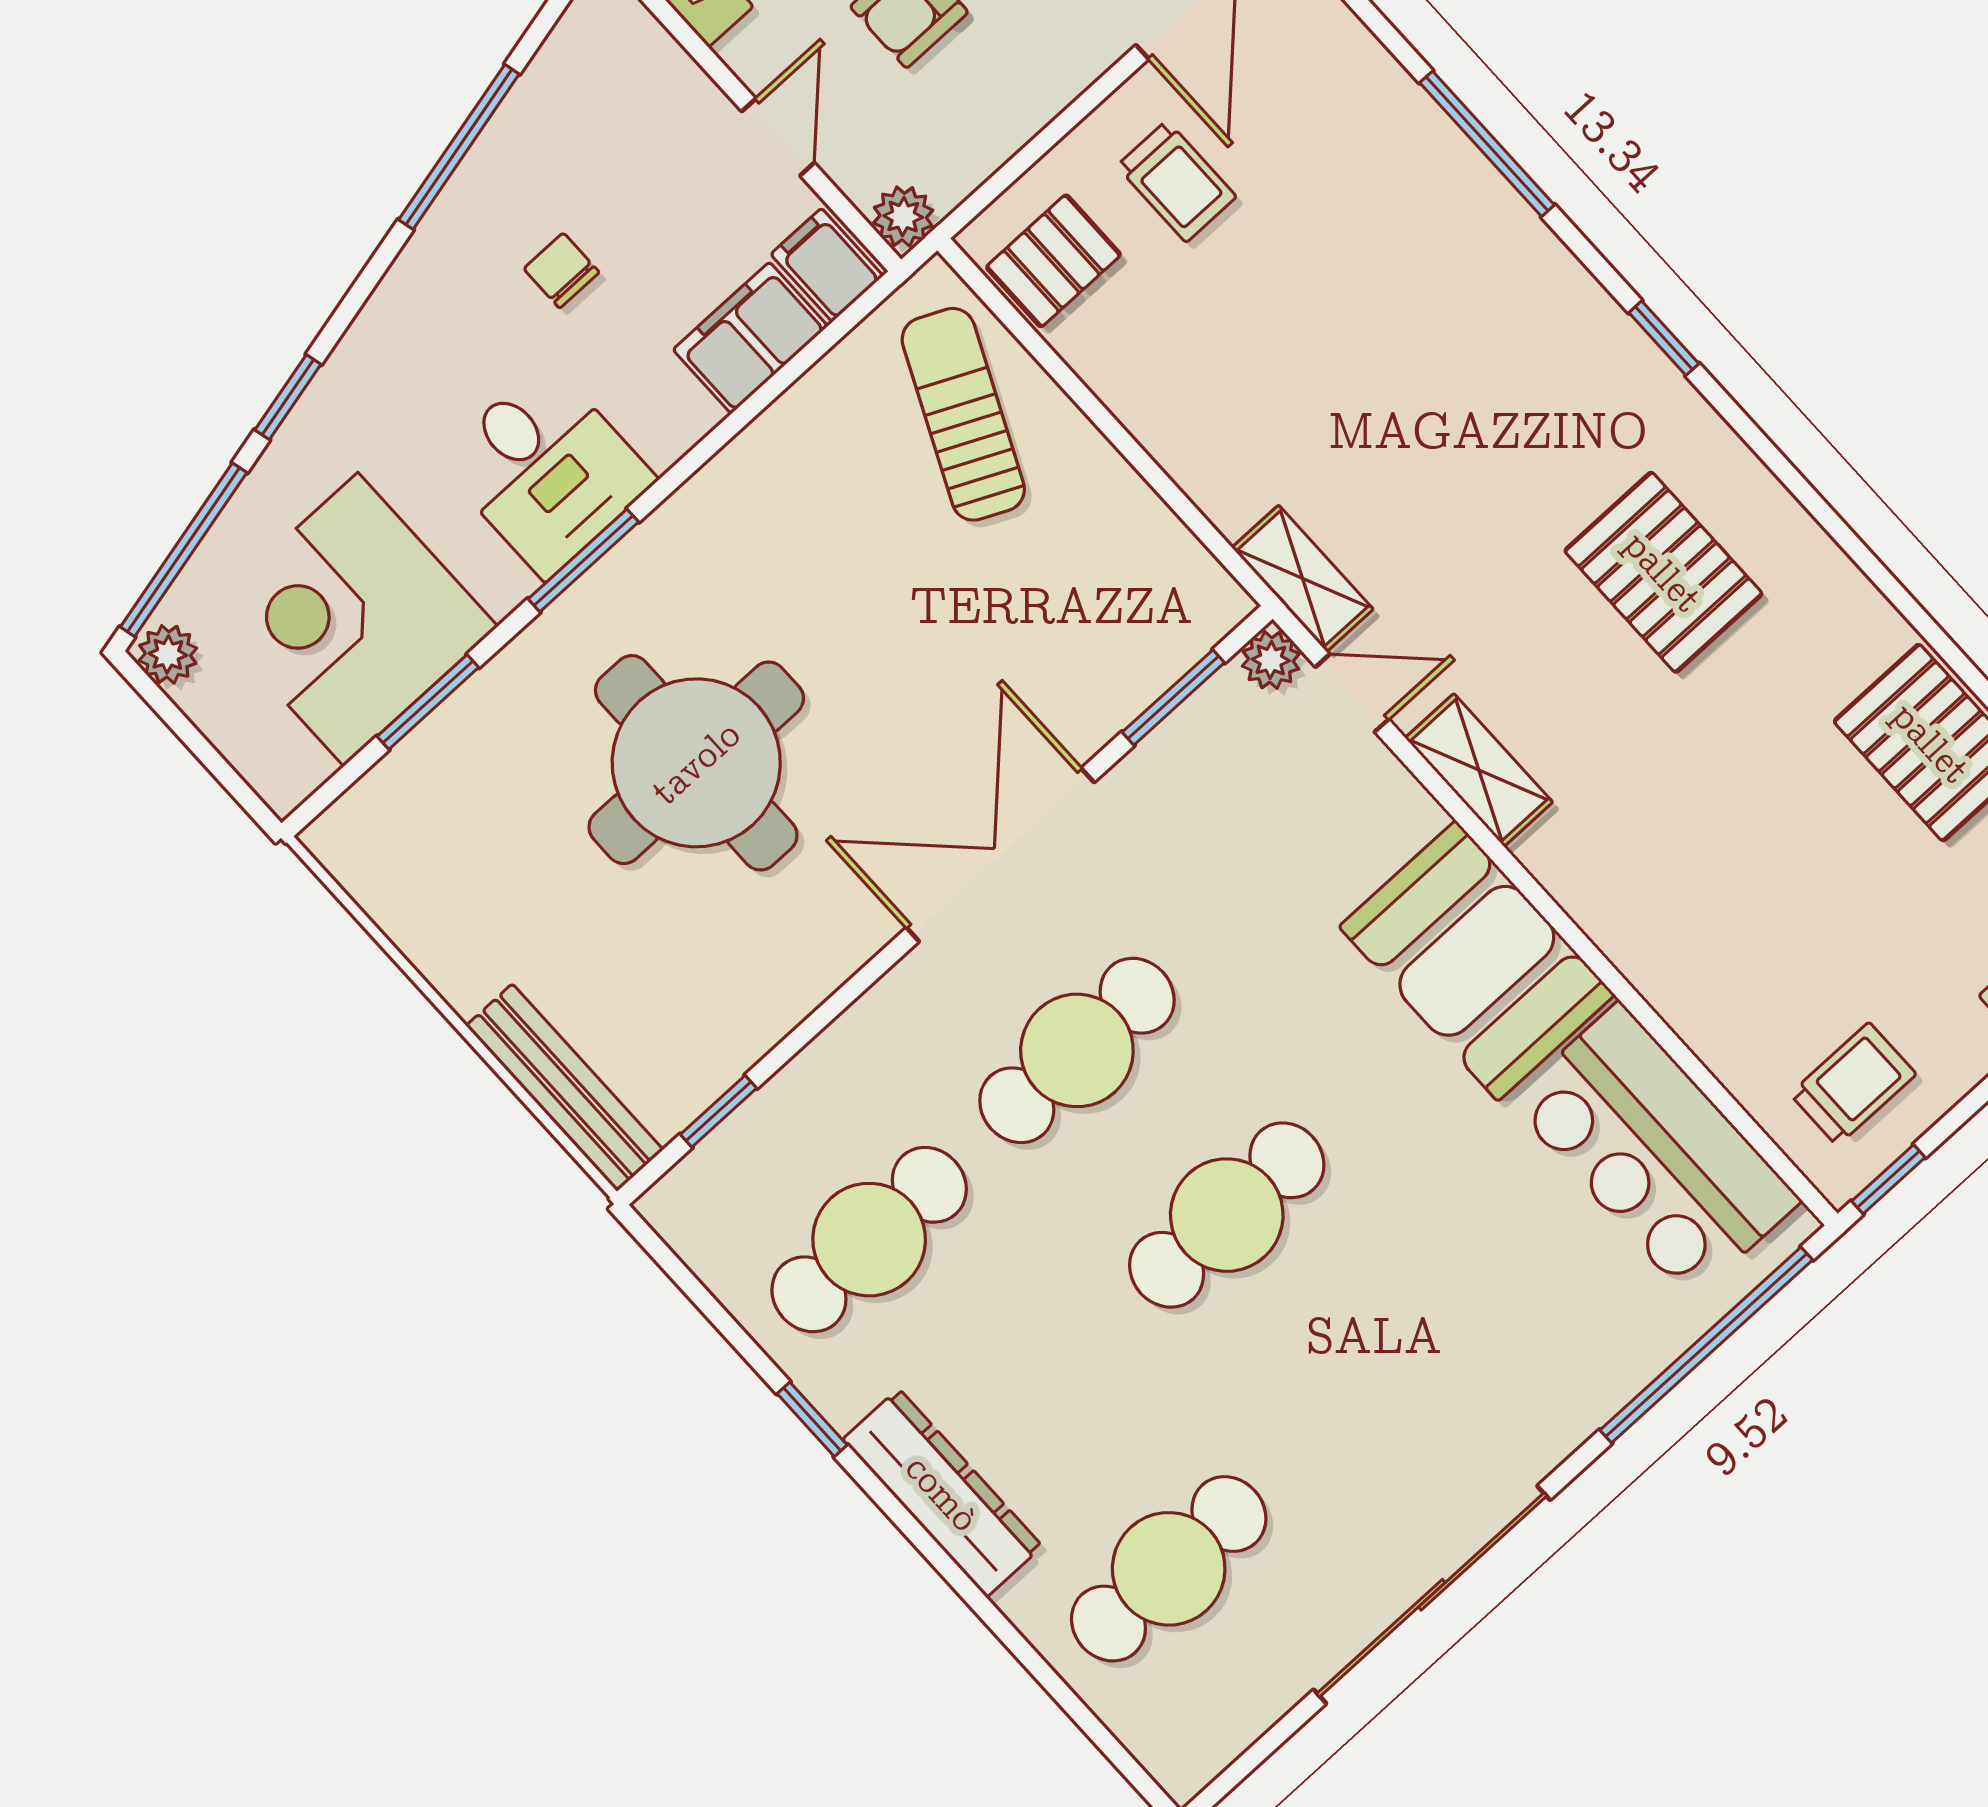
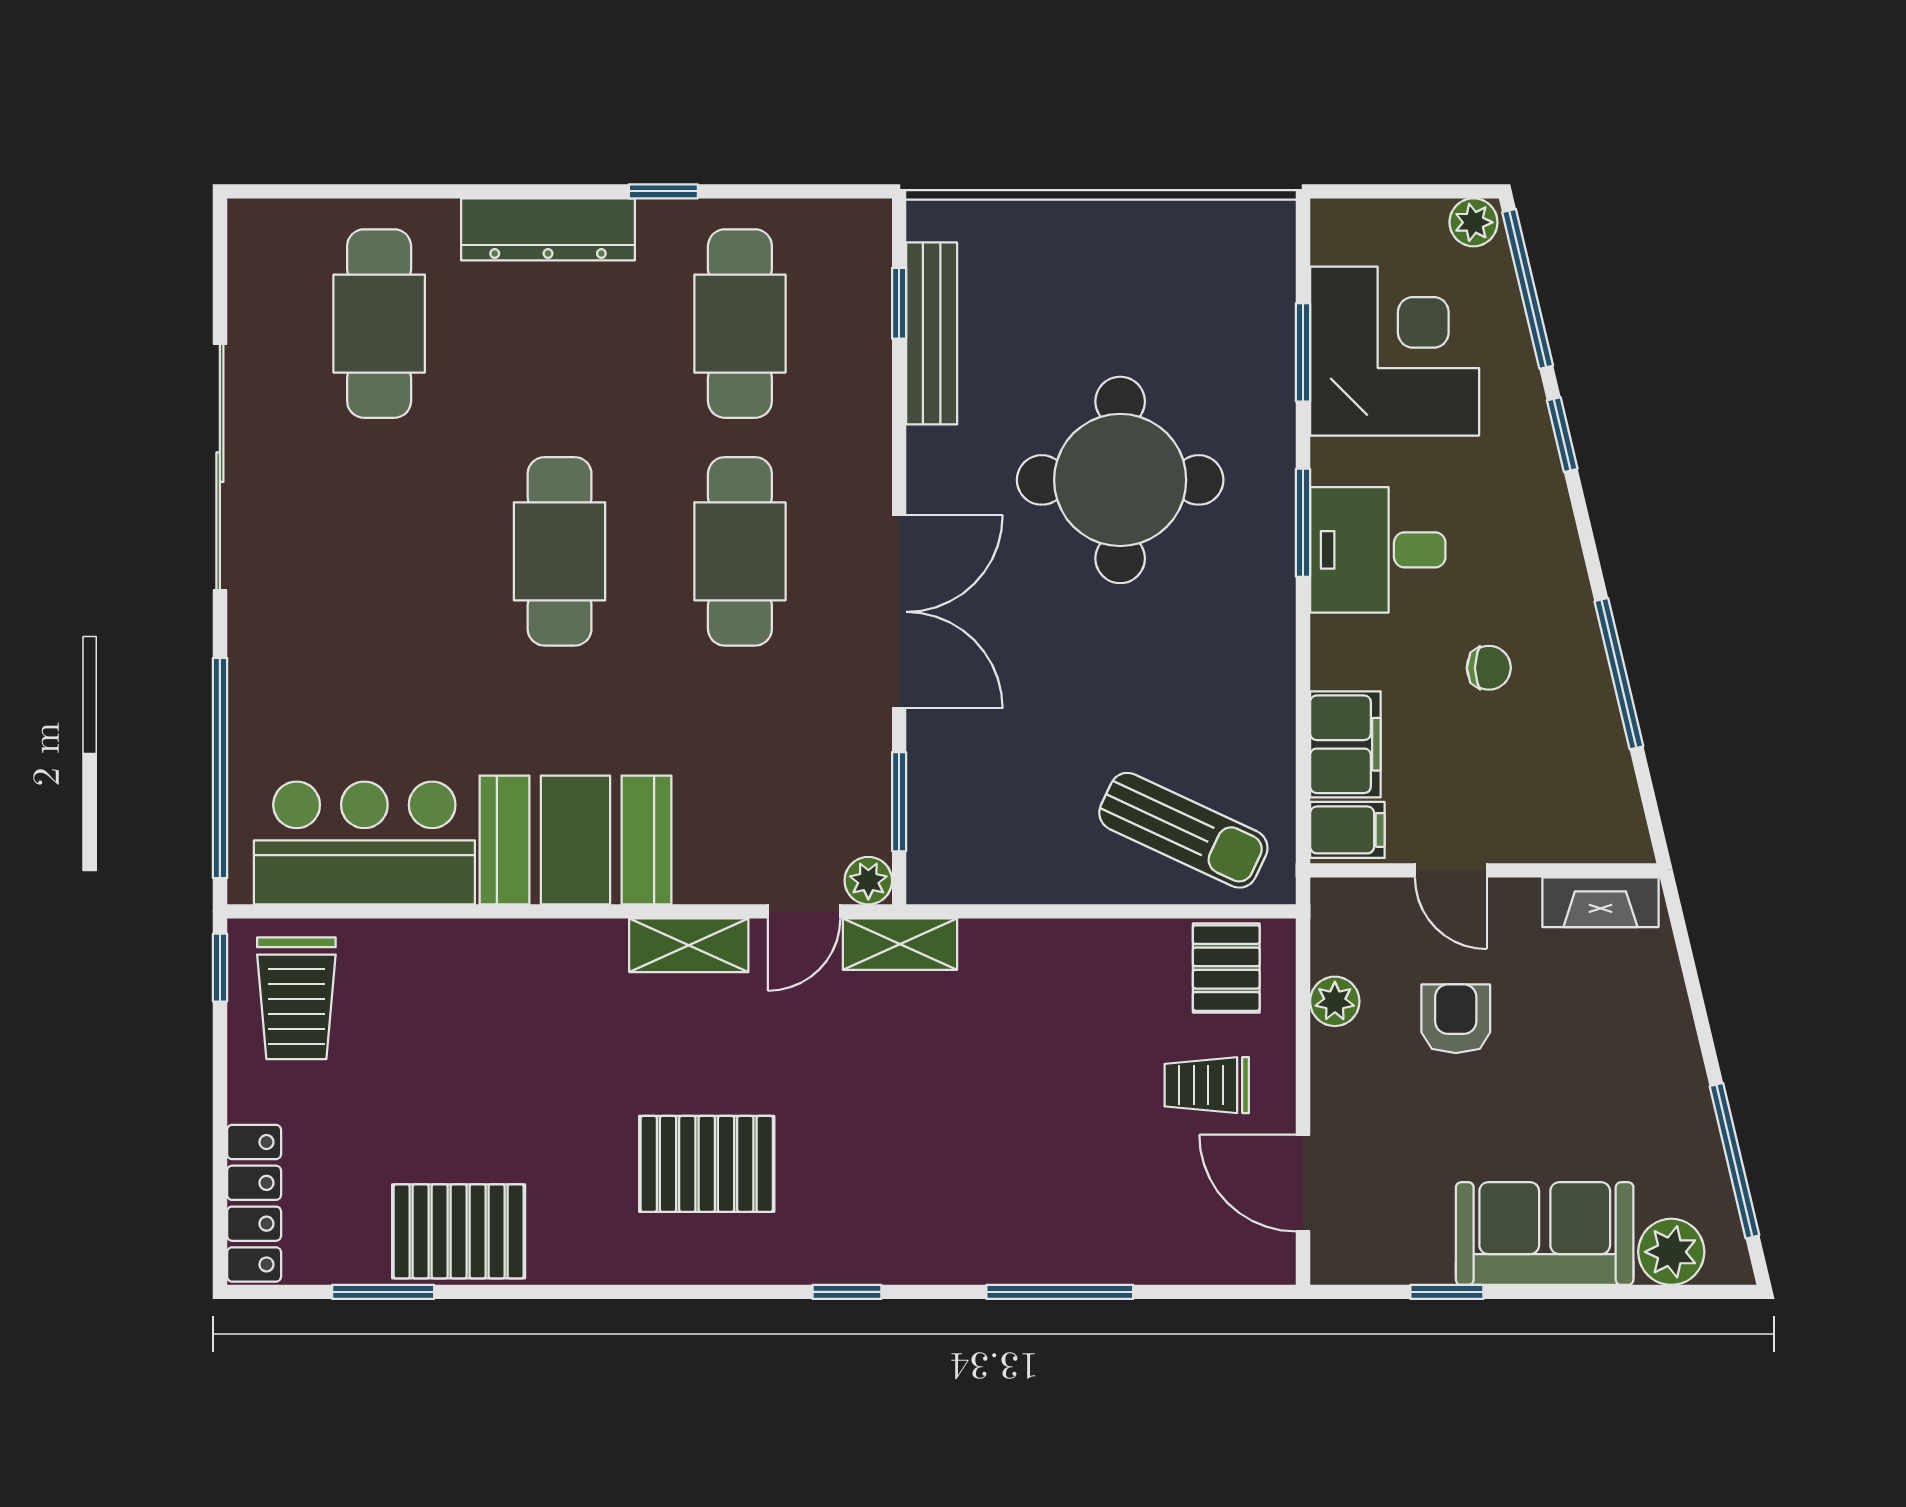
plant: (903, 217) -> (1335, 1001), moved
trolley: (1853, 1084) -> (296, 998), width x1.36, depth x1.39
bench: (565, 1088) -> (932, 333), moved, turned 90

